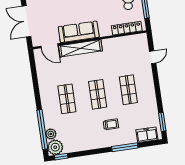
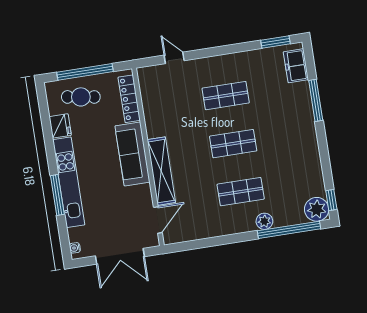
sofa: (79, 32) -> (132, 154), moved
trolley: (111, 124) -> (280, 122), removed
plant: (51, 134) -> (264, 221), moved

